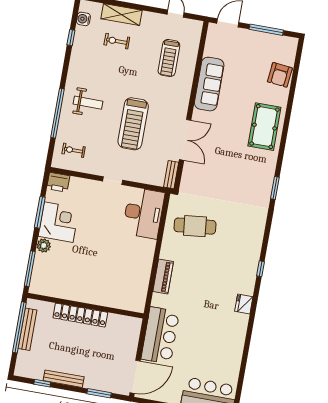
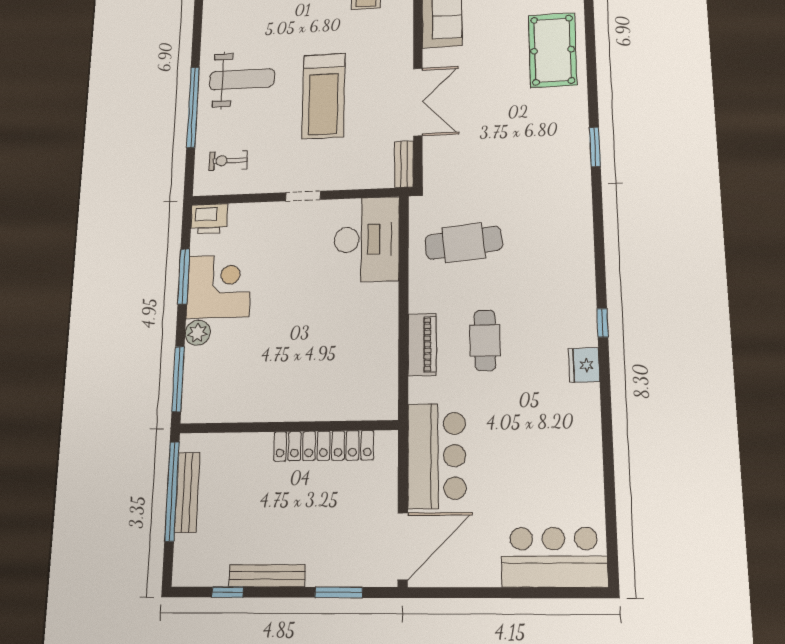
weight bench: (88, 103) -> (242, 79), width x1.36, depth x1.33
window: (261, 269) -> (602, 323), moved
cafe table: (196, 281) -> (485, 340), added
locker: (80, 315) -> (323, 446), moved

